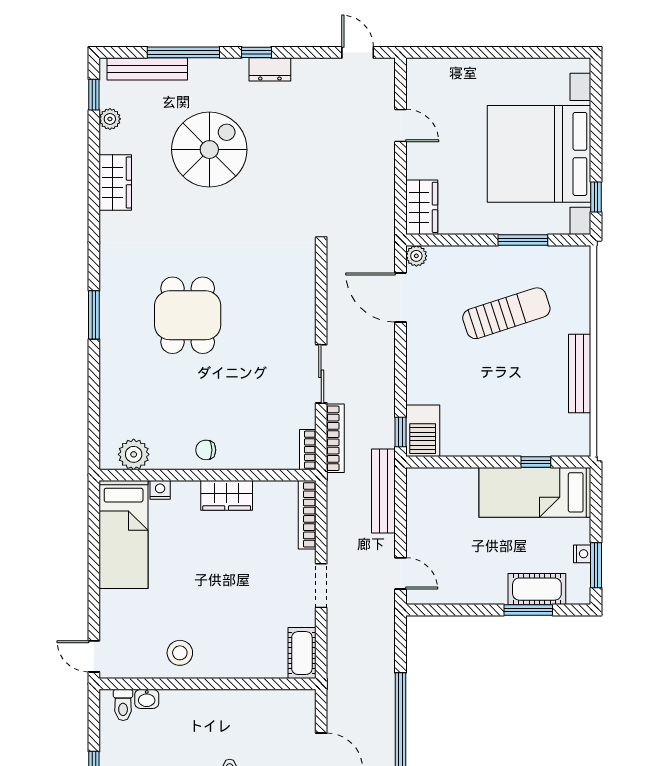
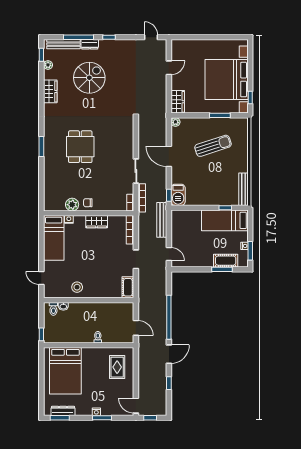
dresser: (270, 69) -> (90, 44), moved
door: (400, 125) -> (169, 68), hinge flipped
door: (400, 297) -> (169, 156), moved
bench: (580, 373) -> (243, 189), moved
plant: (134, 454) -> (72, 205), moved
door: (94, 656) -> (41, 278), moved

